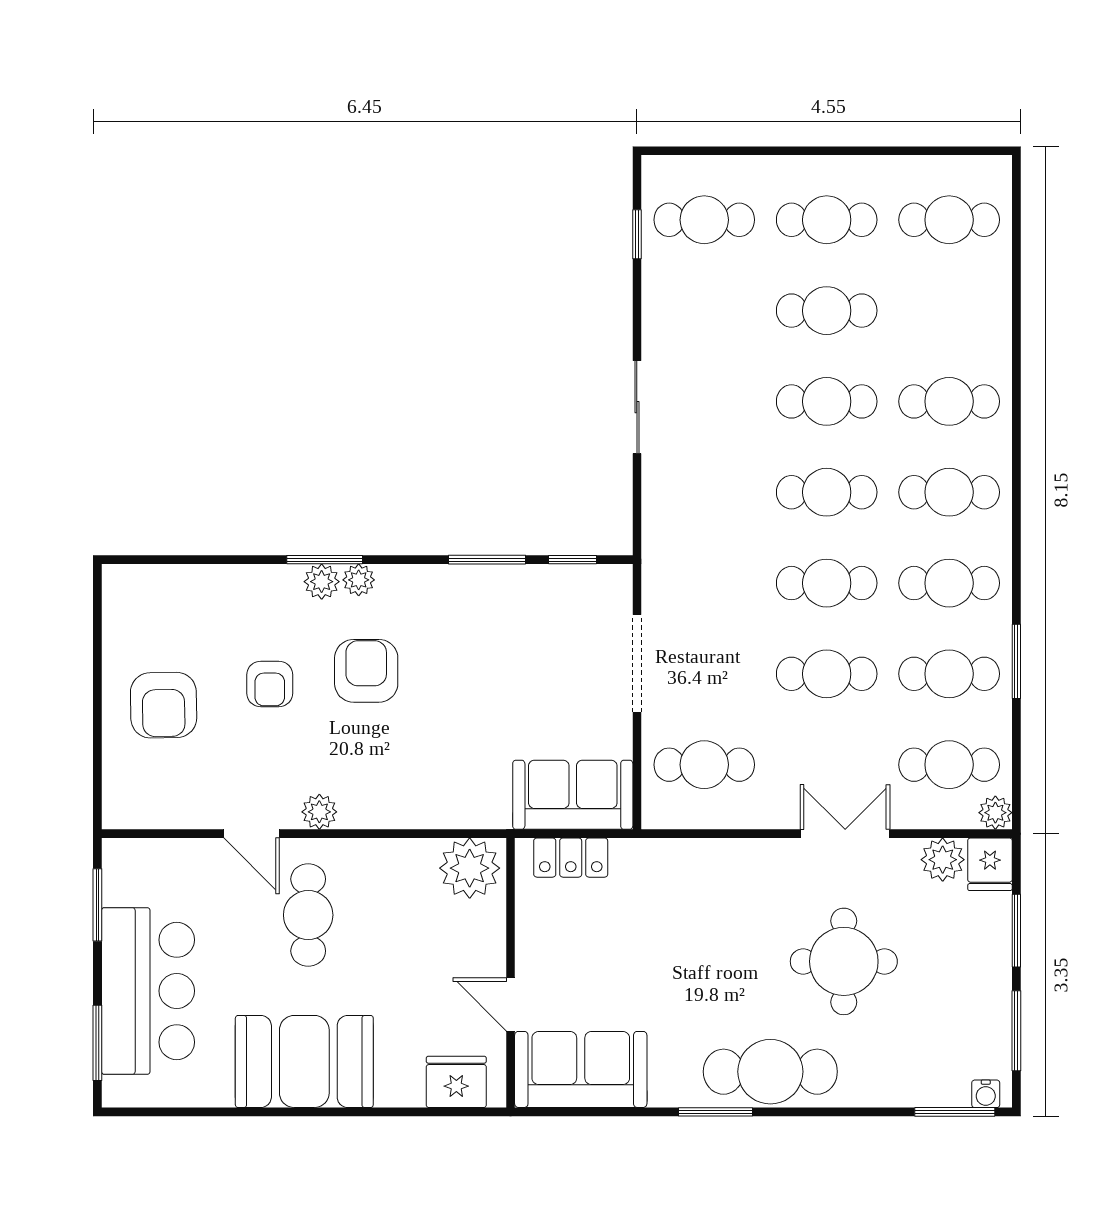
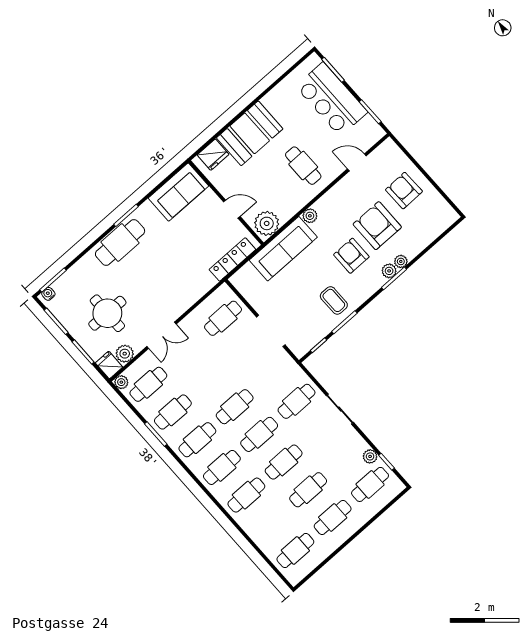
plant: (659, 271) -> (370, 456), added
plant: (359, 580) -> (401, 261), moved
coffee table: (471, 617) -> (334, 300), added
armchair: (366, 671) -> (351, 256), turned 180
cafe table: (827, 674) -> (297, 401), moved
armchair: (270, 684) -> (377, 226), width x1.88, depth x1.88
sofa: (573, 795) -> (283, 249), moved, width x1.36
plant: (319, 812) -> (310, 216), moved
door: (252, 834) -> (357, 162), moved
locker: (571, 858) -> (232, 259), width x1.53
round table: (844, 961) -> (107, 313), moved
door: (511, 1004) -> (232, 209), moved
booth: (304, 1061) -> (250, 133), moved

